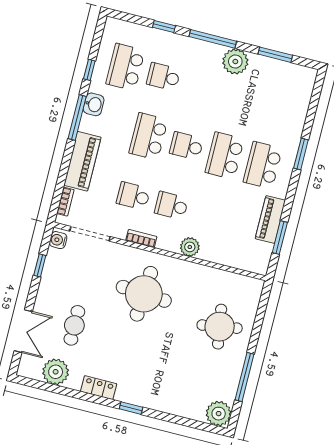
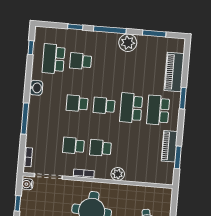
window: (89, 70) -> (31, 48), moved
window: (77, 118) -> (25, 119), moved
school desk: (148, 136) -> (77, 103), width x0.54
piano: (82, 161) -> (174, 72), moved, turned 180

